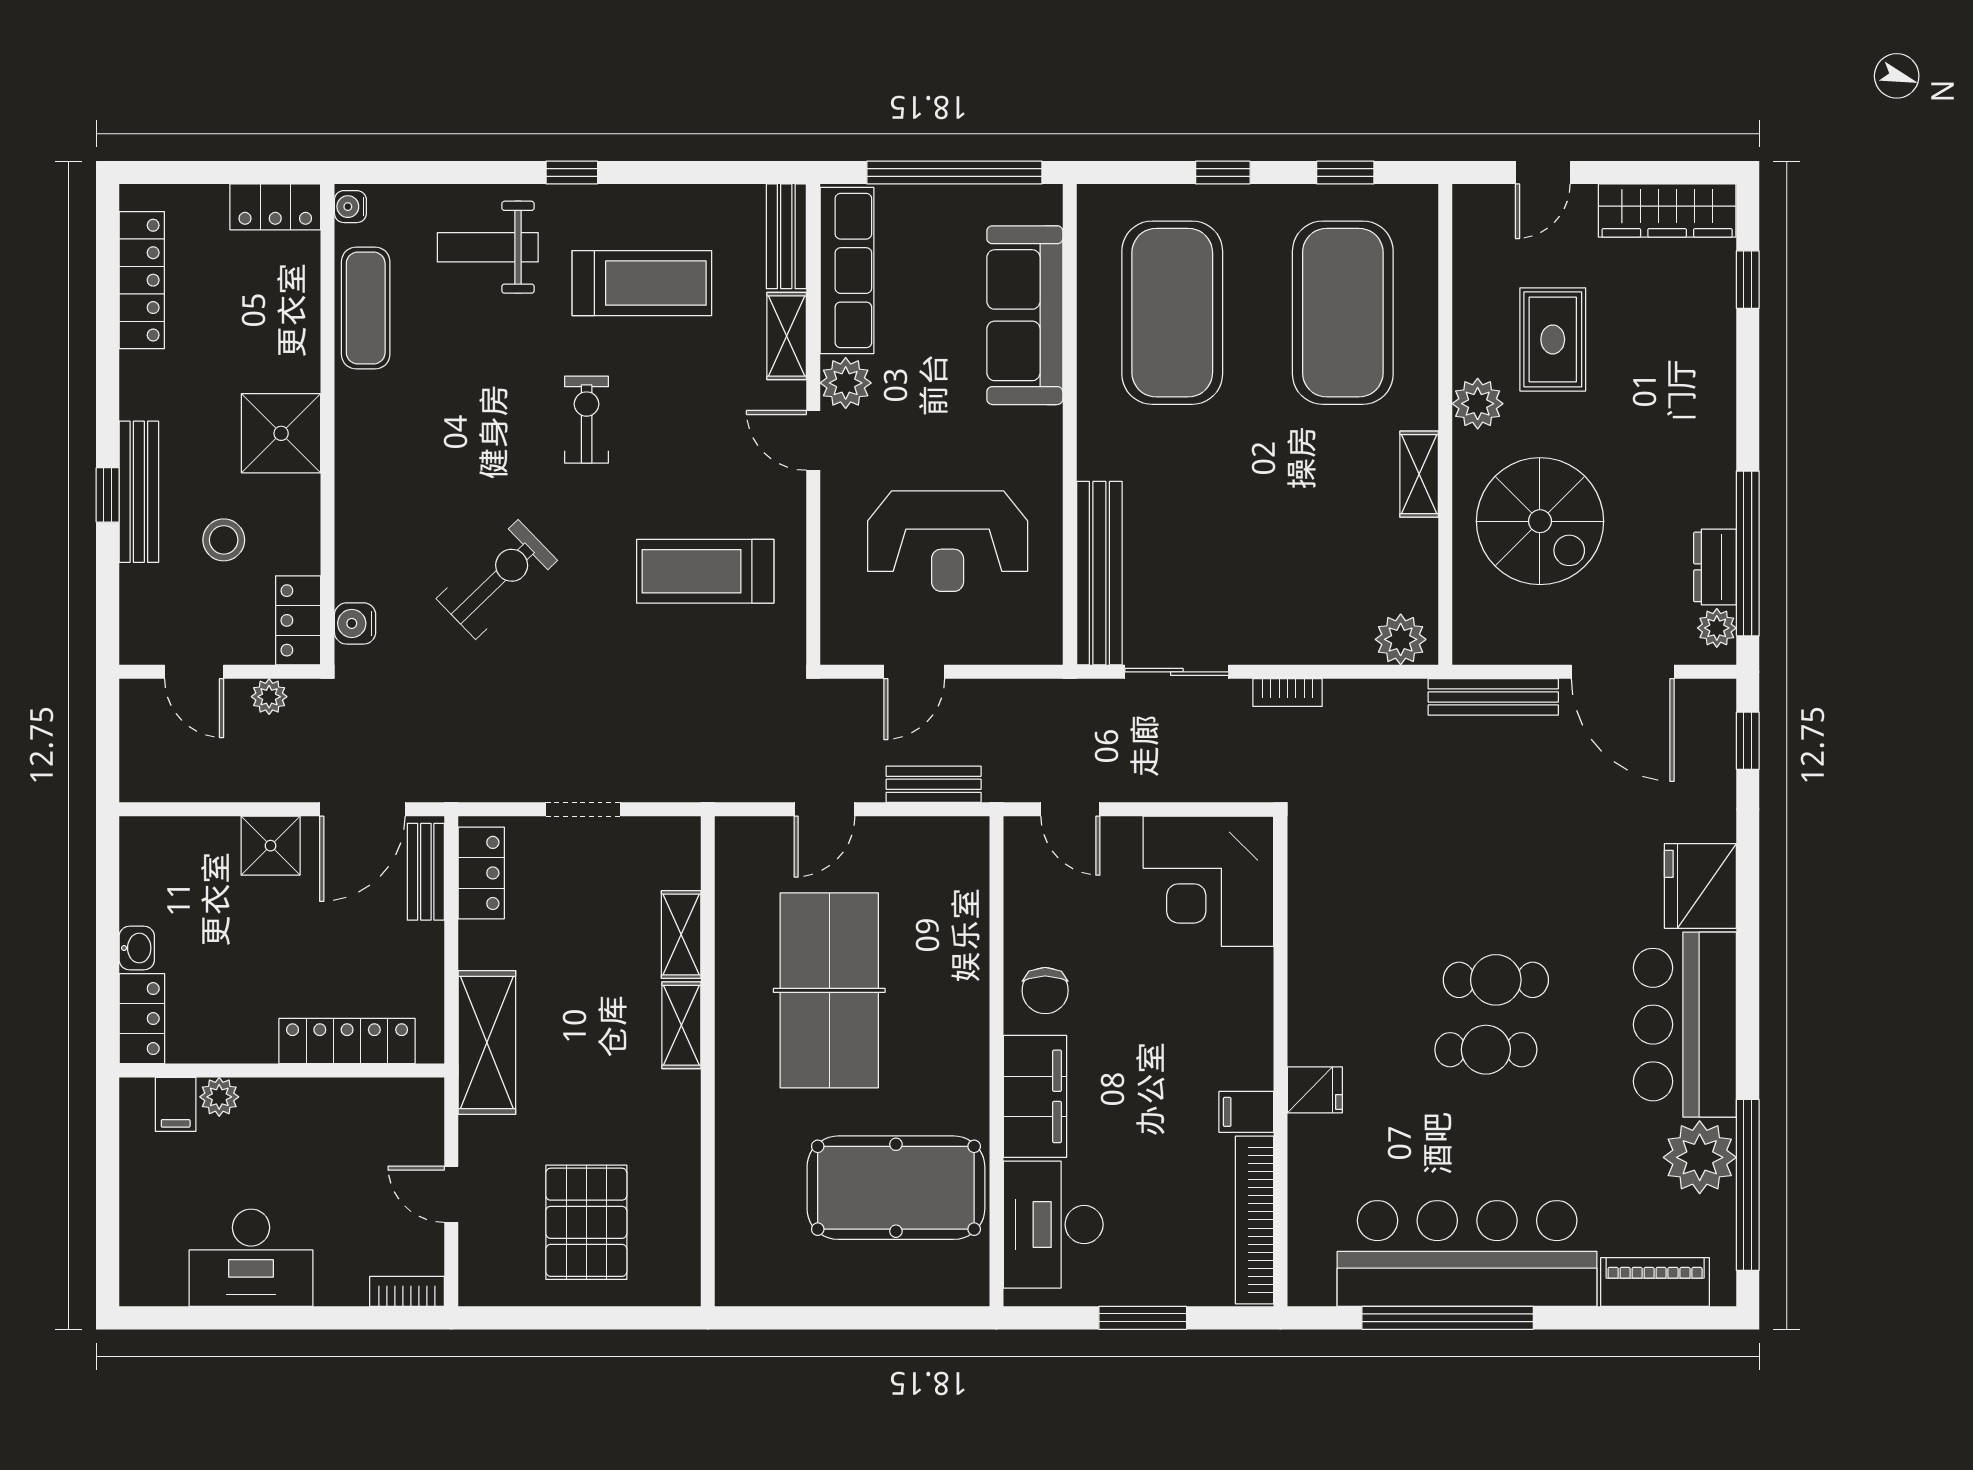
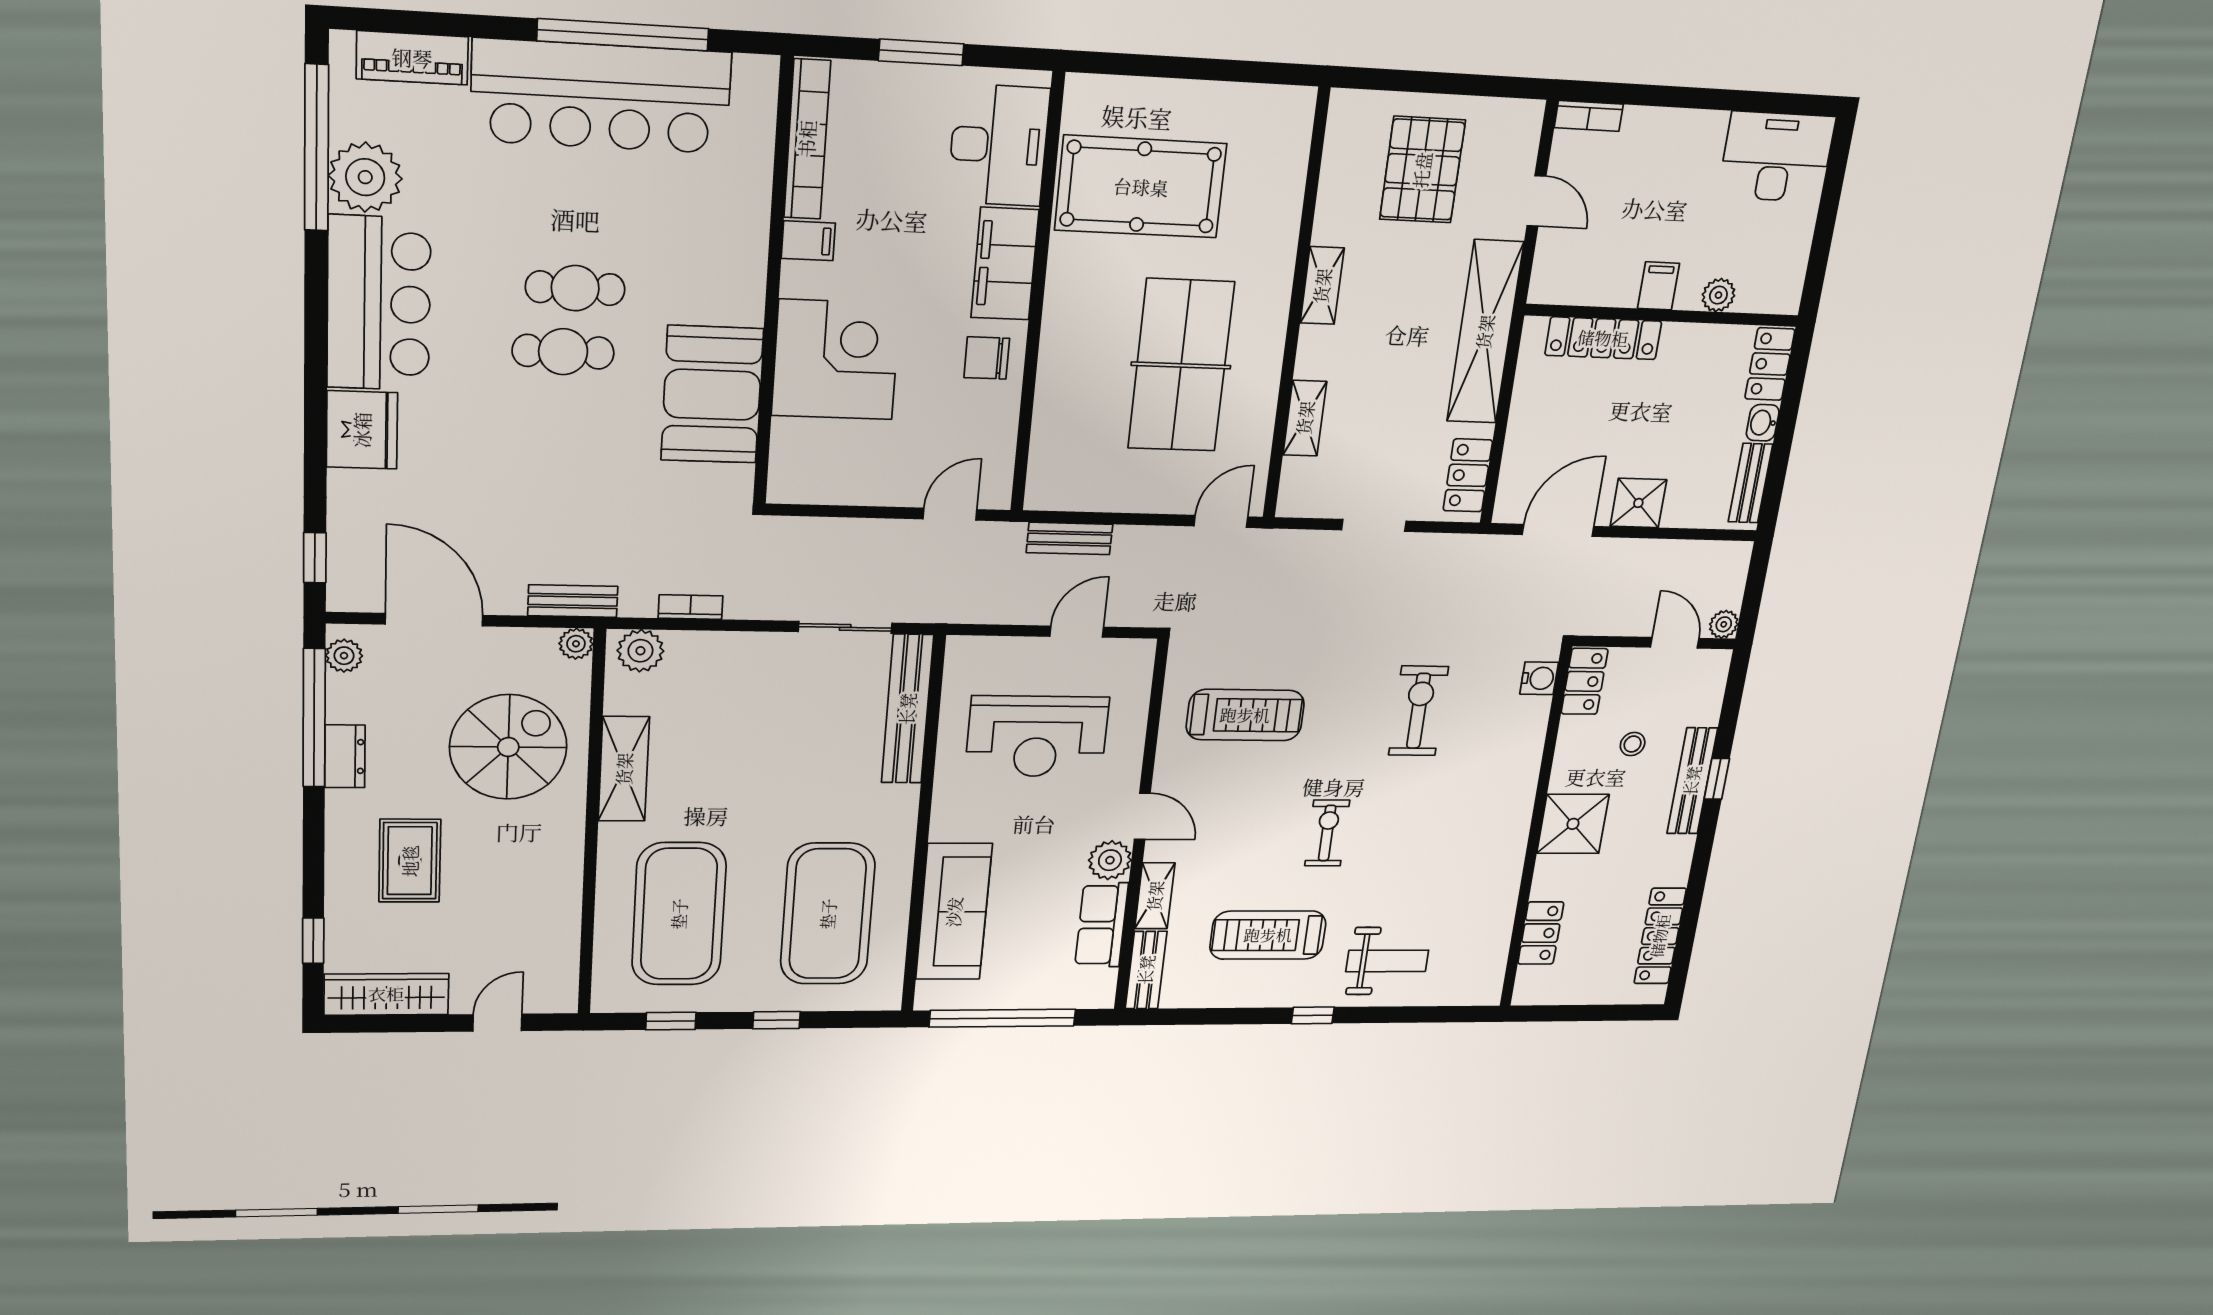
locker: (275, 207) -> (1541, 933), moved, turned 90
water cooler: (350, 207) -> (1490, 990), removed
row of seats: (847, 271) -> (1102, 925), width x0.68
exercise mat: (366, 308) -> (1491, 916), removed
rug: (1553, 339) -> (410, 861), moved
plant: (1478, 404) -> (576, 644), moved, width x0.73, depth x0.73
exercise bike: (587, 420) -> (1327, 833), turned 180
shelving: (1419, 474) -> (624, 769), width x1.50, depth x1.33
spiral stairs: (1540, 521) -> (508, 747), turned 90
stool: (224, 540) -> (1633, 744), width x0.73, depth x0.73
reception desk: (948, 541) -> (1037, 736), turned 180
dresser: (1715, 567) -> (345, 756), moved
exercise bike: (497, 580) -> (1418, 711), turned 134
bookcase: (1287, 693) -> (691, 607), moved
plant: (269, 697) -> (1724, 624), moved
bench: (1493, 697) -> (573, 601), width x0.73
door: (824, 809) -> (1221, 521), moved
door: (1070, 809) -> (950, 514), hinge flipped
bench: (426, 872) -> (1750, 483), moved
corner desk: (1208, 881) -> (836, 360), moved
booth: (1338, 938) -> (712, 395), added
chair: (1045, 991) -> (987, 358), turned -90
shelving: (681, 1025) -> (1322, 286), moved
shelving: (487, 1042) -> (1485, 332), width x1.47
fridge: (1315, 1090) -> (742, 258), removed
filing cabinet: (176, 1104) -> (1659, 286), moved
desk: (251, 1258) -> (1776, 157), moved

